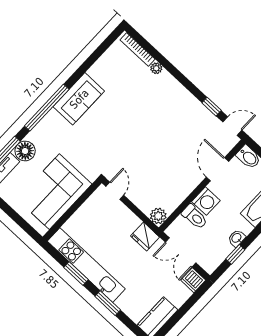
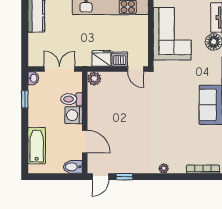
plant: (156, 68) -> (164, 168), moved
fridge: (145, 237) -> (102, 58), moved
washbasin: (237, 238) -> (33, 78), moved
dishwasher: (193, 280) -> (120, 59), moved

